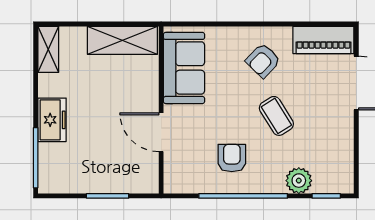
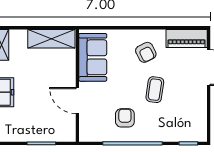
armchair: (263, 61) -> (146, 52), turned -71
coffee table: (276, 116) -> (155, 90), turned 40
plant: (299, 181) -> (170, 133), removed

